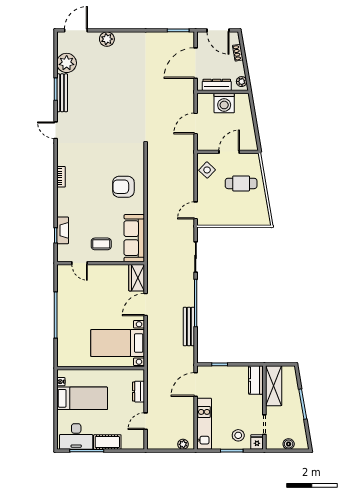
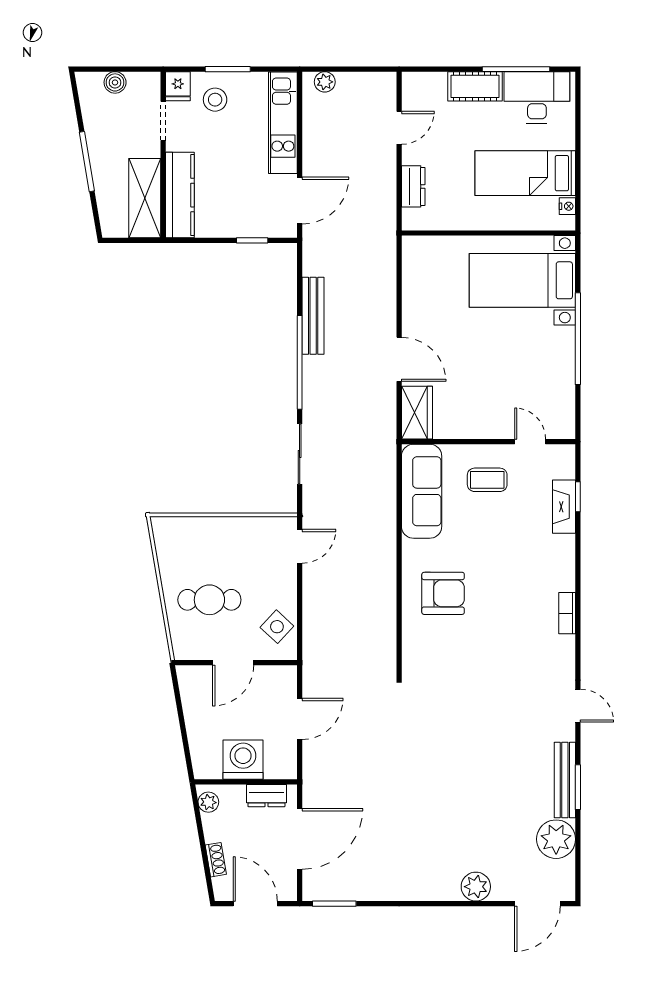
dresser: (217, 85) -> (266, 796), width x0.70
door: (146, 305) -> (399, 359), hinge flipped
bed with nightstands: (118, 343) -> (522, 280), moved, turned 180
kitchen counter: (256, 380) -> (180, 195), width x1.50

